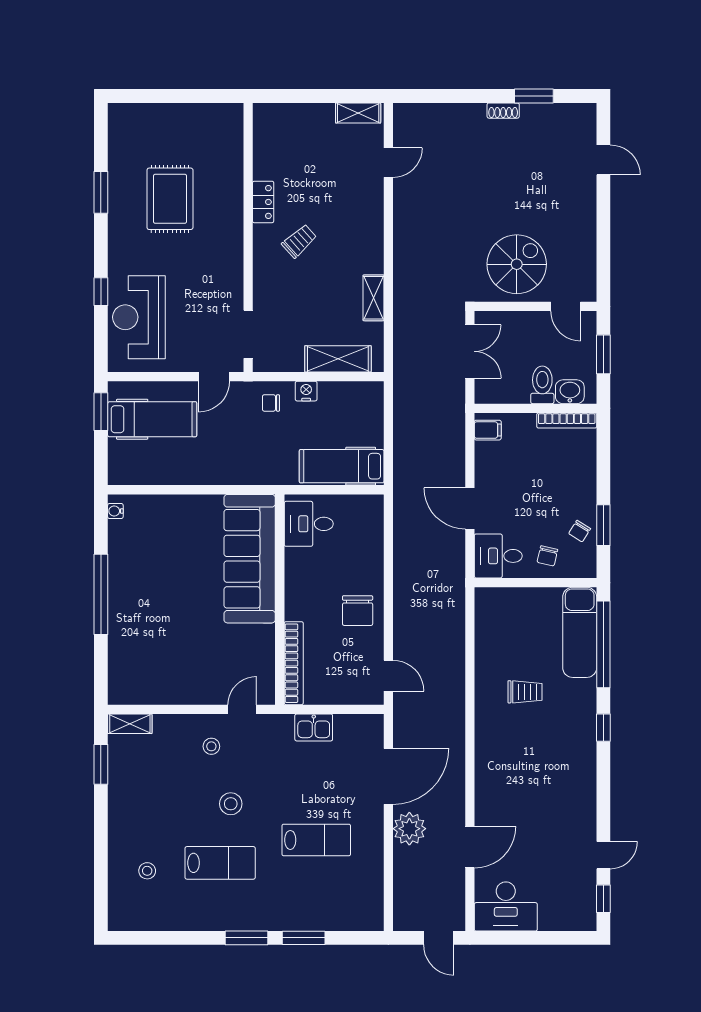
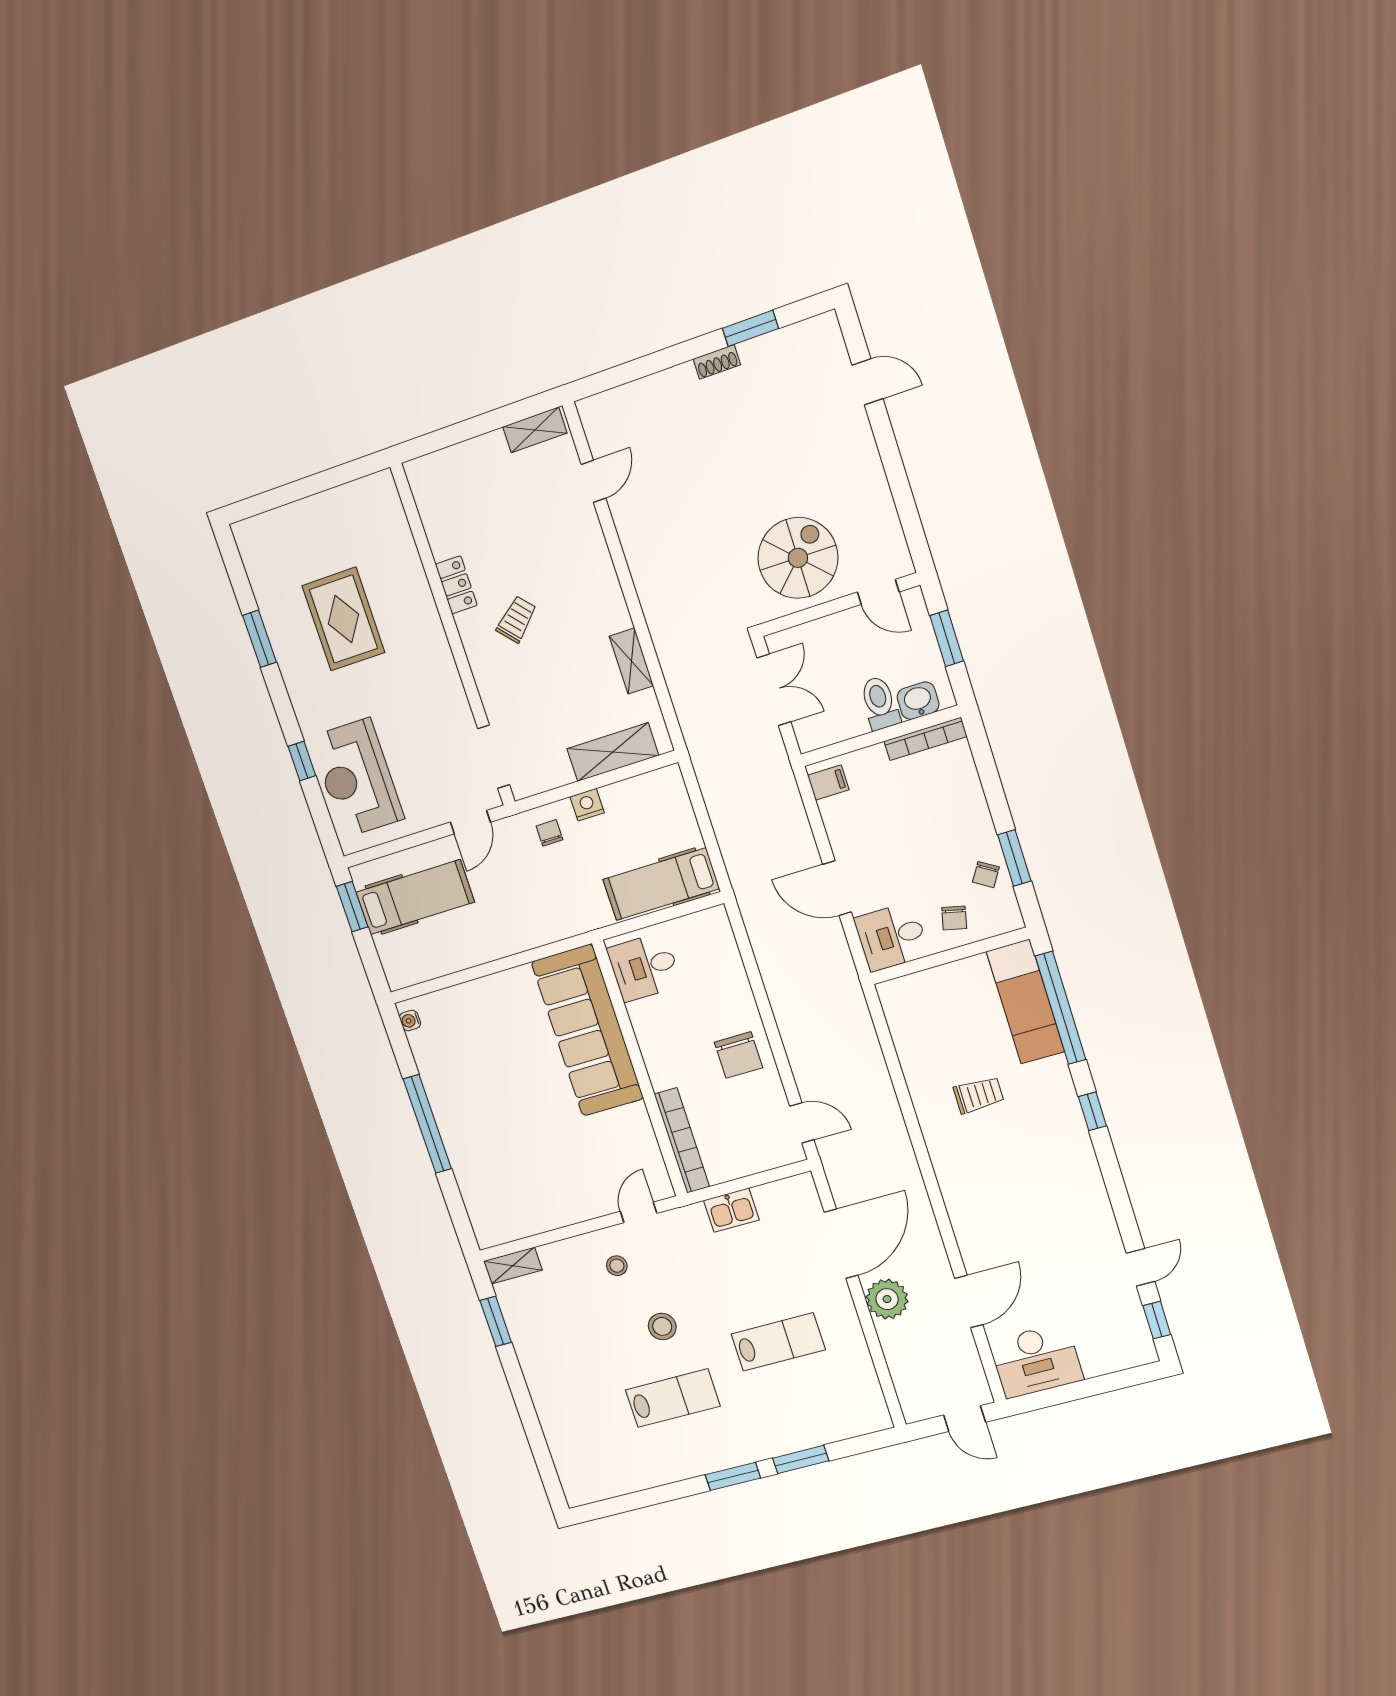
chair: (271, 403) -> (549, 833), turned 90
stool: (147, 871) -> (591, 1429), removed

